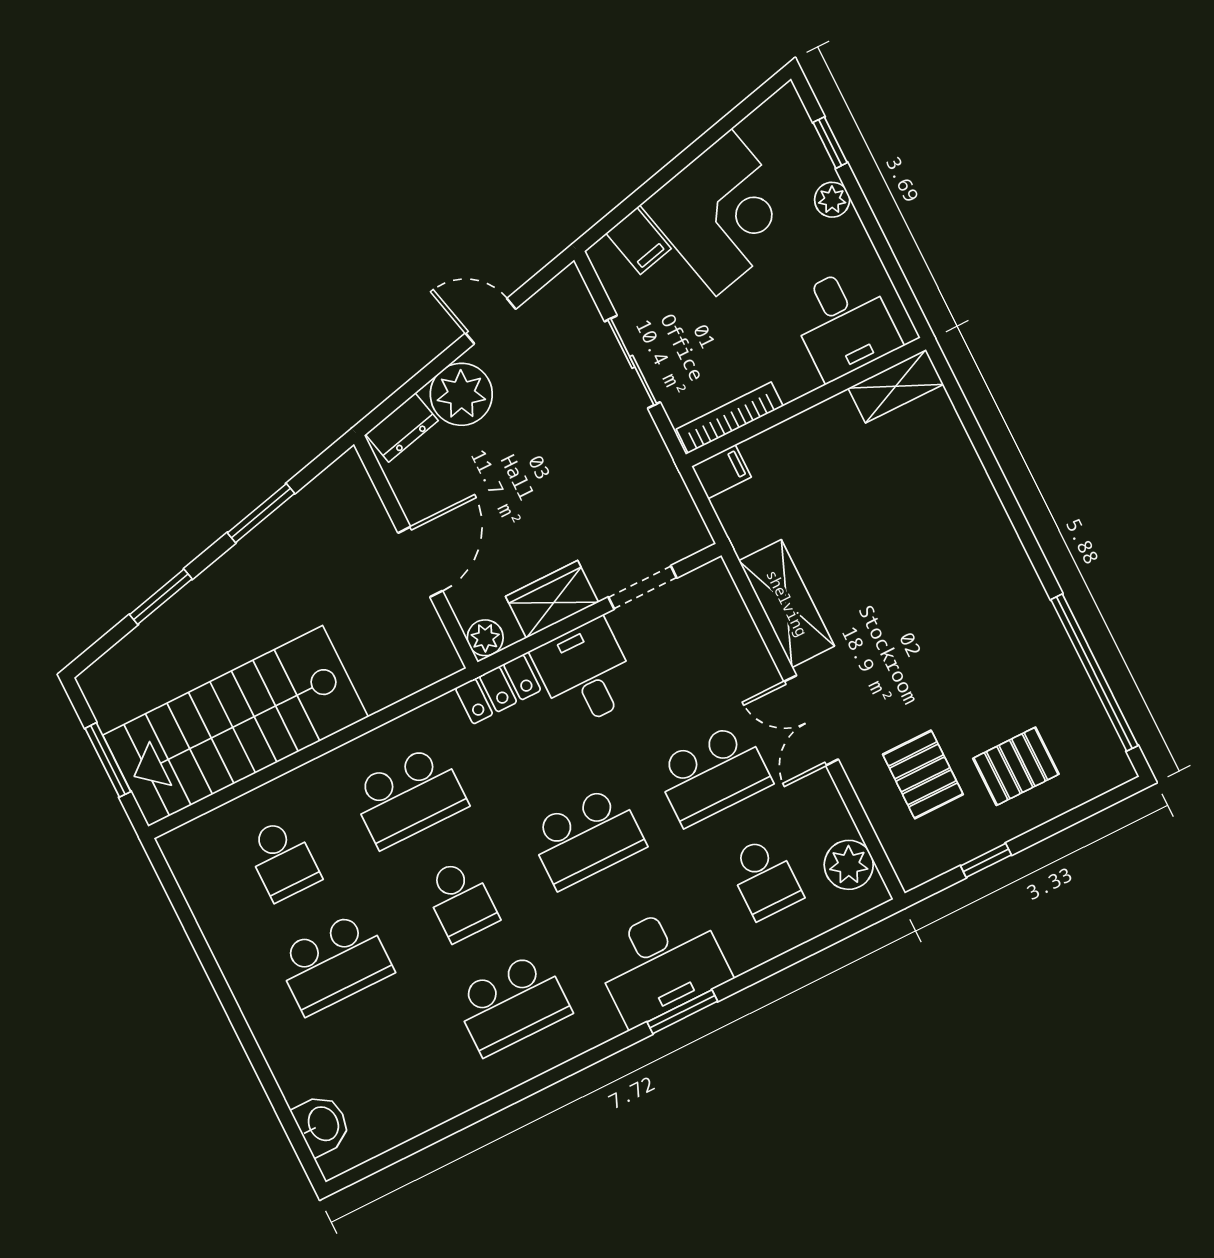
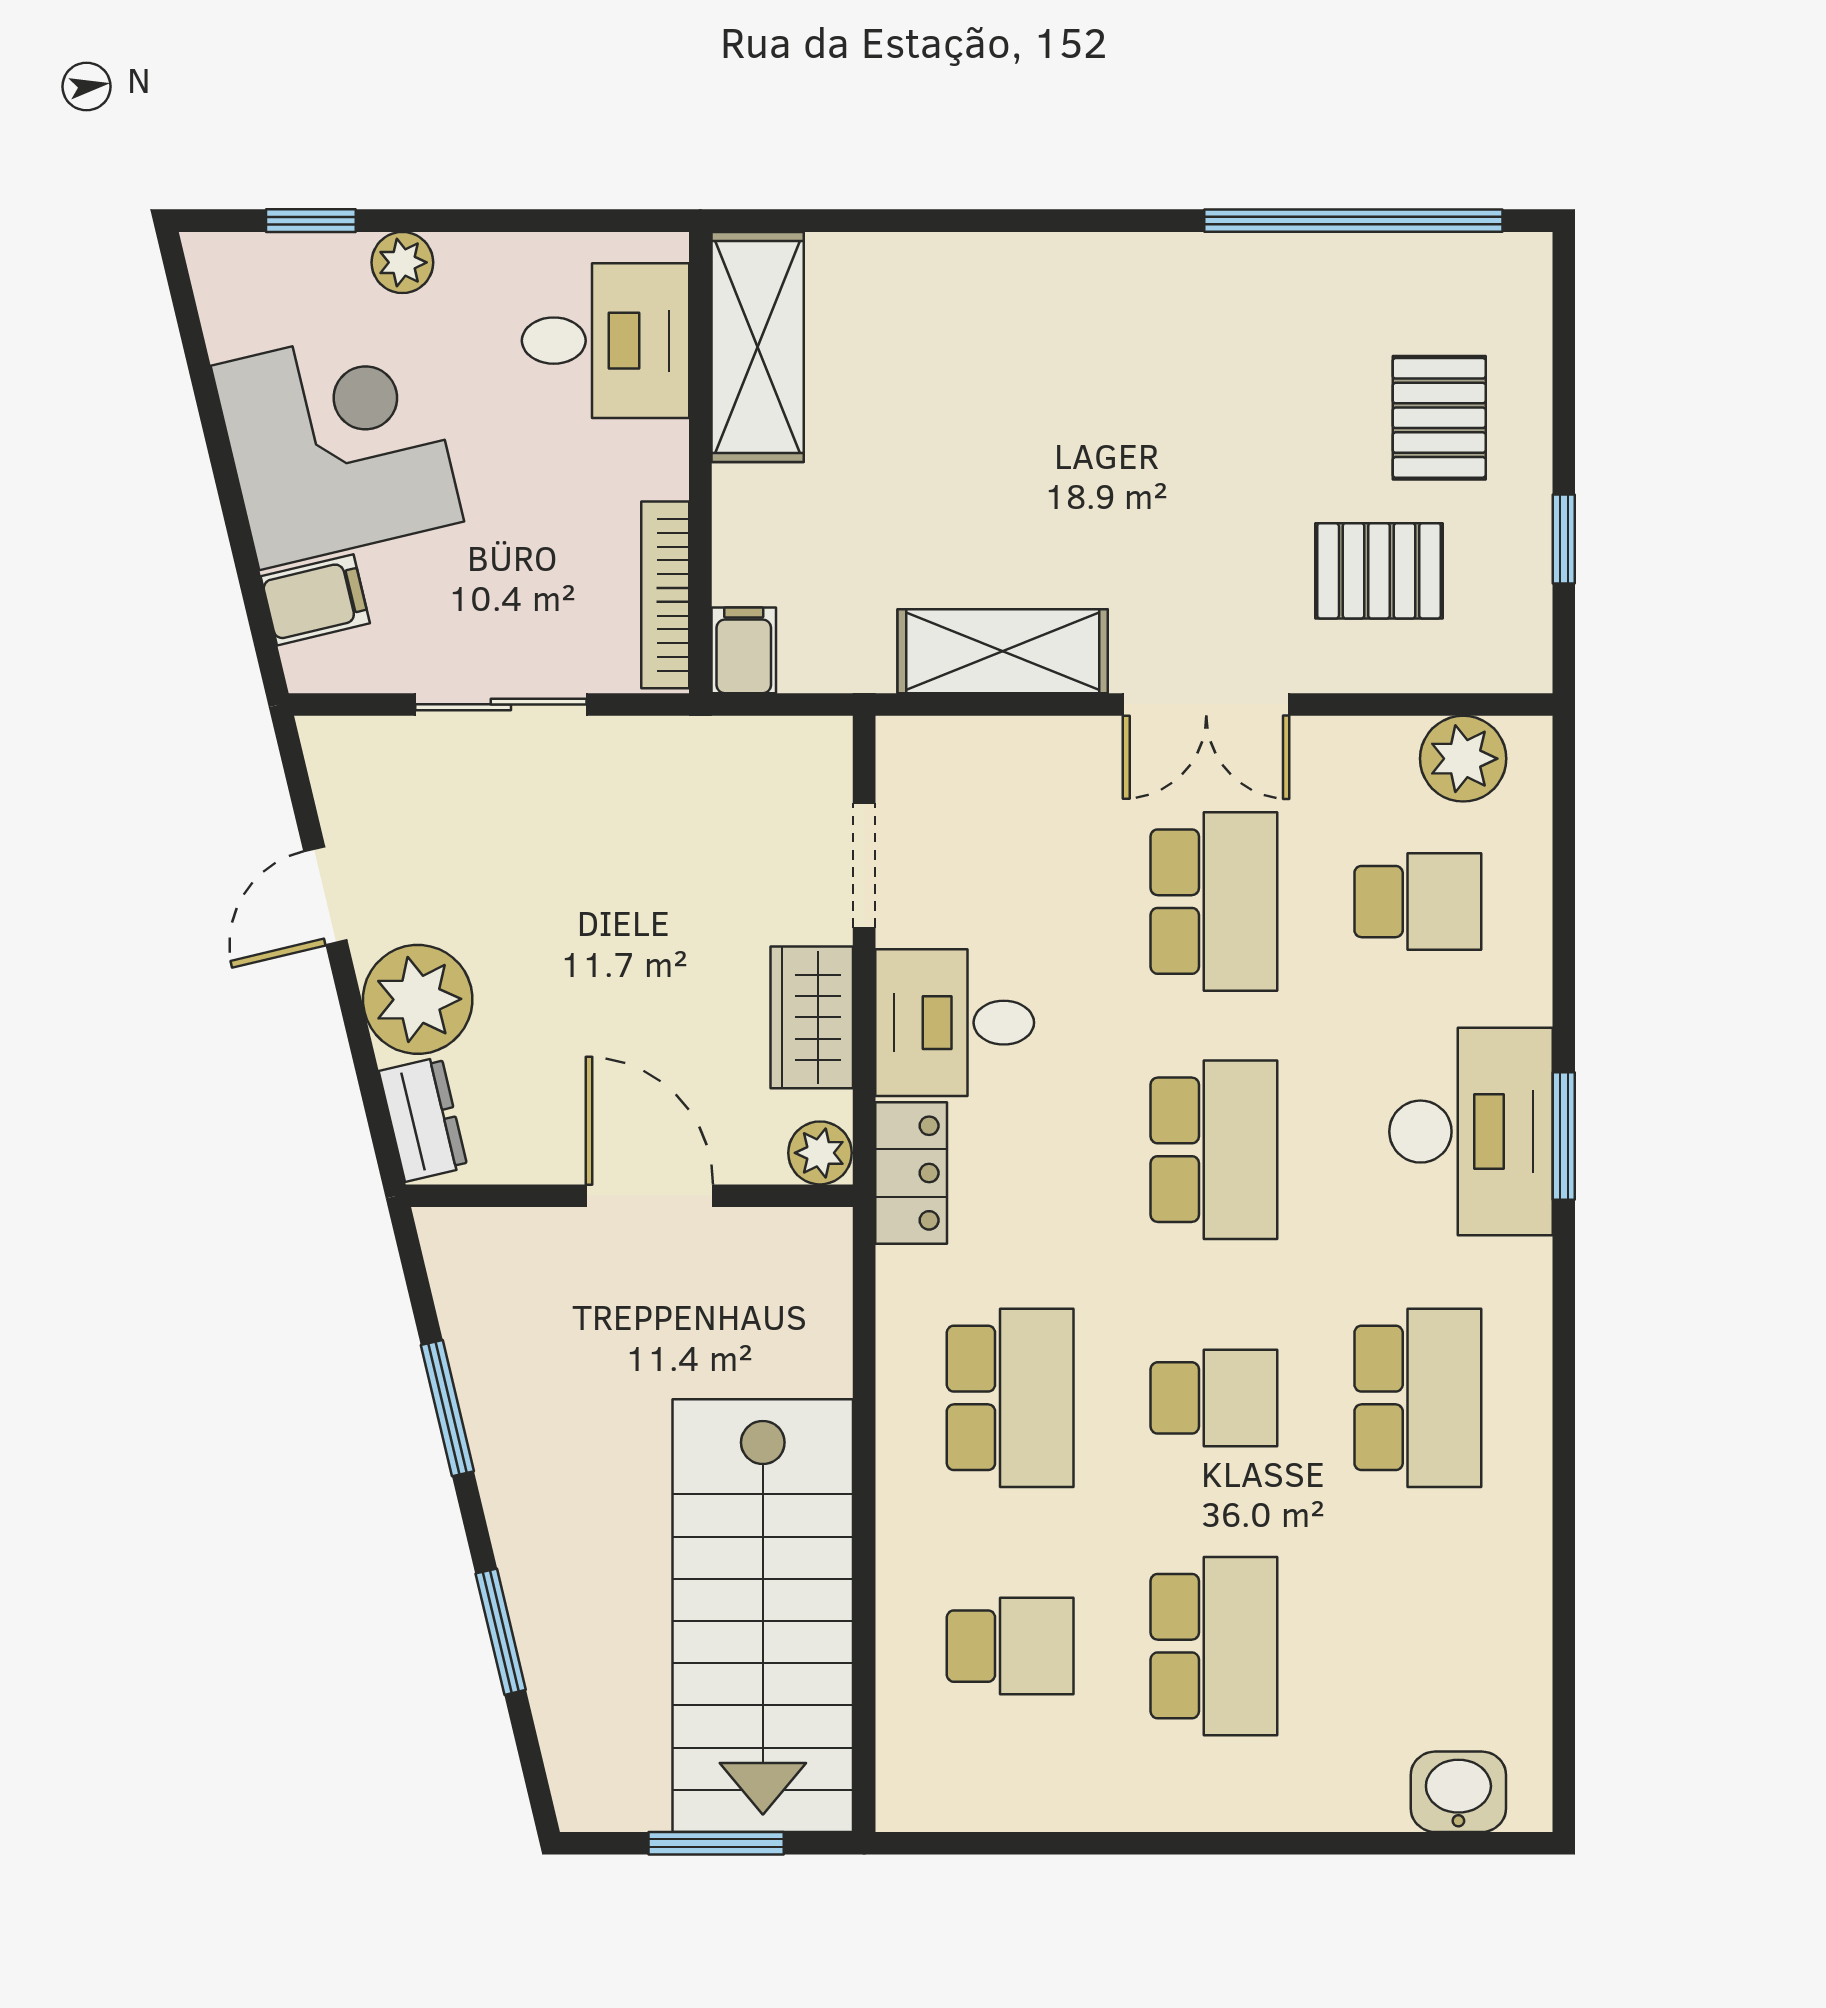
shelving: (896, 386) -> (758, 347), width x1.50, depth x1.33

